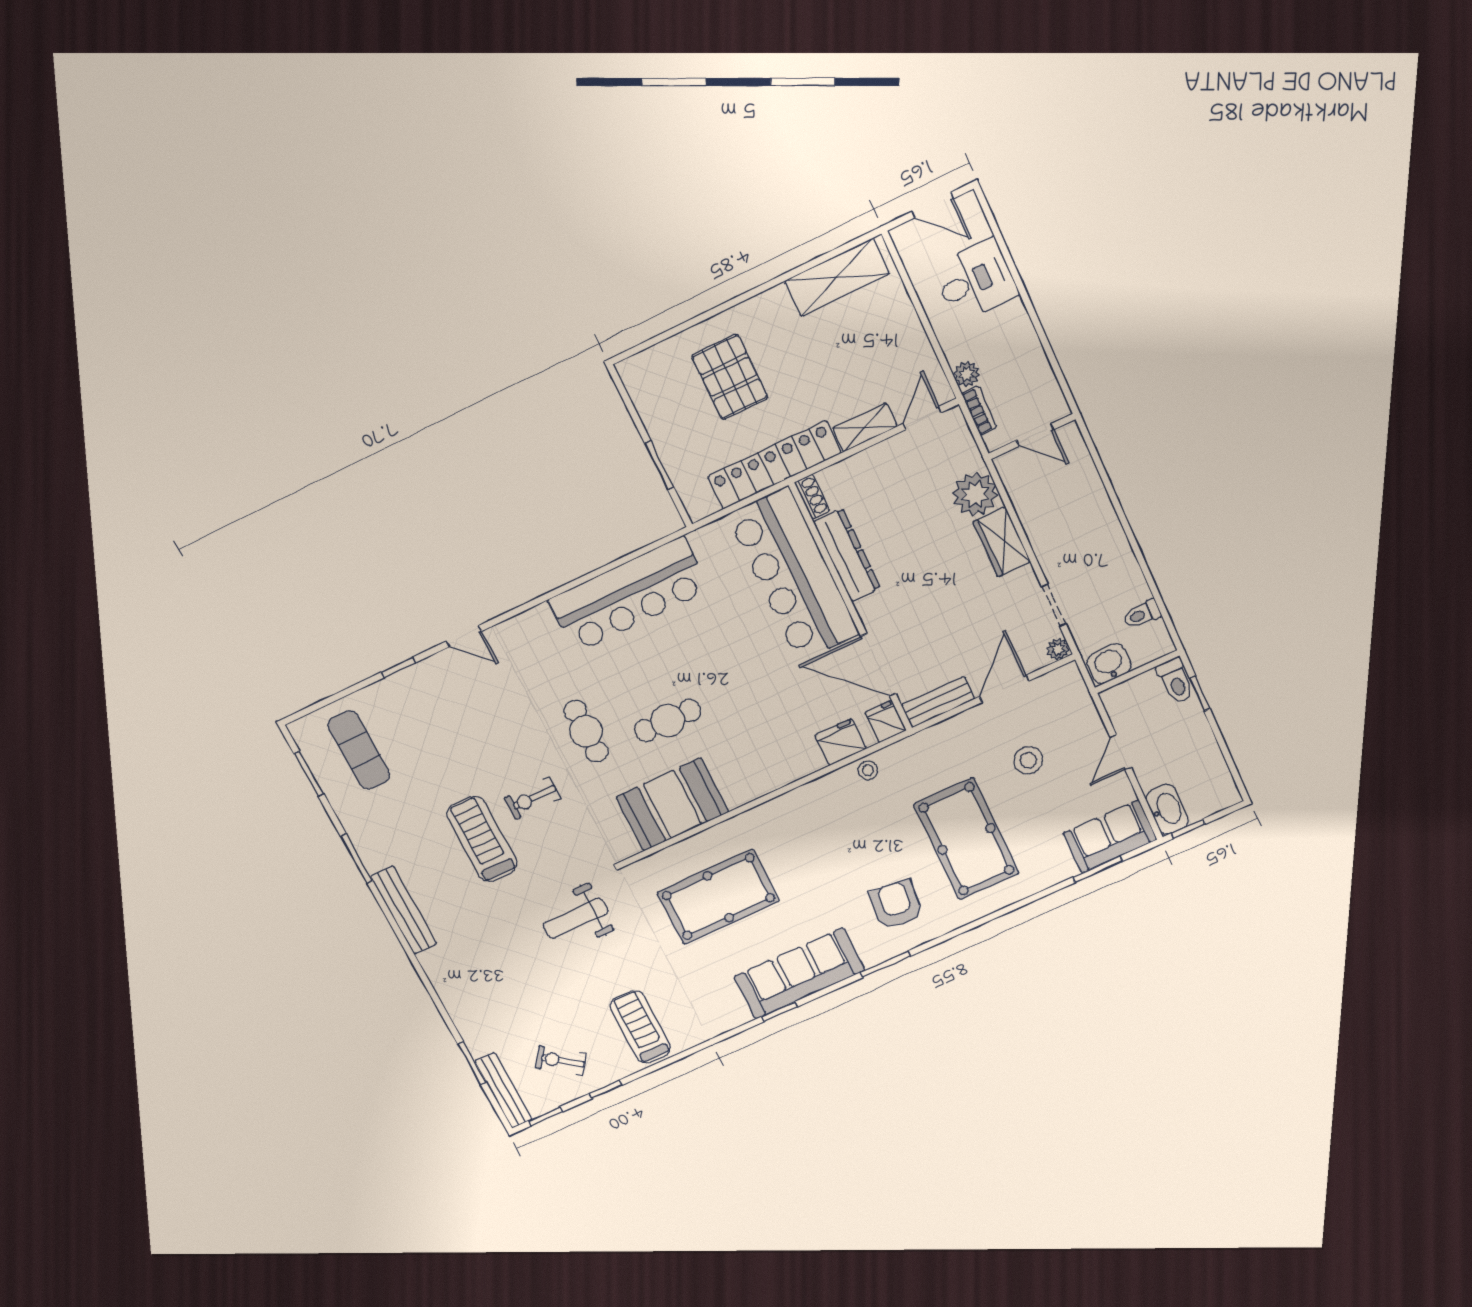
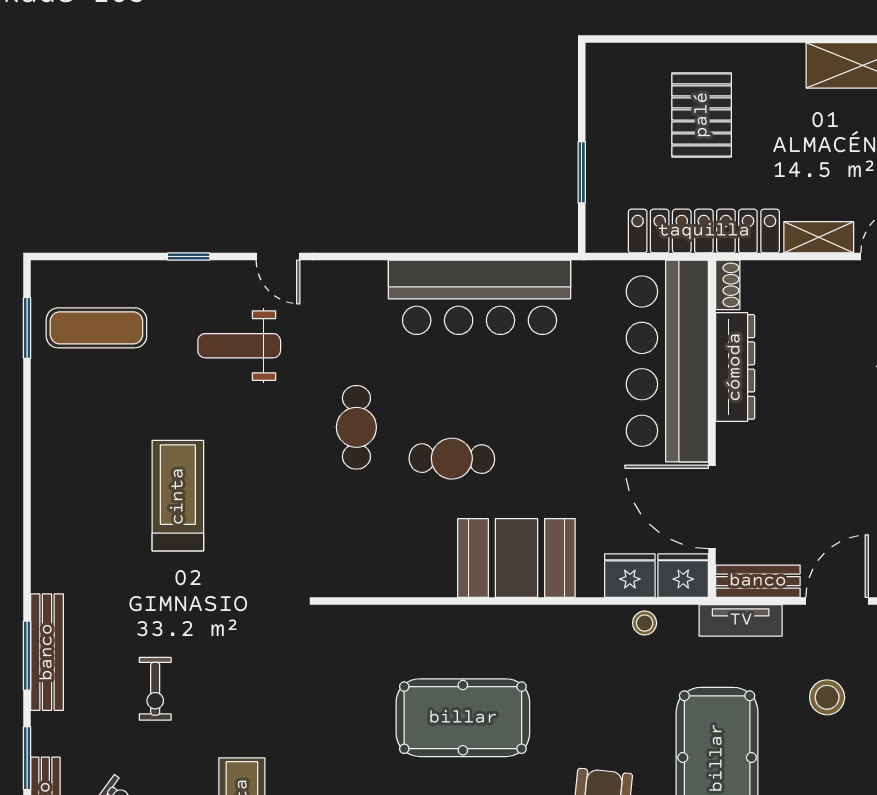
fridge: (886, 721) -> (683, 576), width x1.38
tv unit: (938, 736) -> (741, 620), added
exercise mat: (359, 750) -> (96, 328), turned 90
exercise bike: (533, 798) -> (155, 689), moved, turned -90
booth: (672, 804) -> (516, 558), moved
window: (357, 858) -> (27, 656), moved
pool table: (718, 897) -> (463, 718), moved
bench: (404, 910) -> (47, 652), moved
weight bench: (576, 918) -> (239, 346), moved

